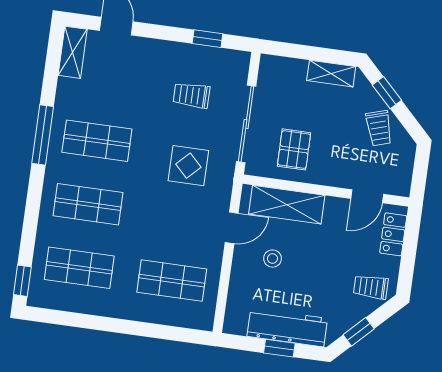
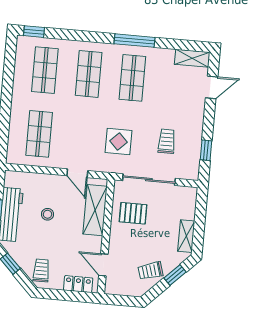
stool: (273, 259) -> (47, 214), moved

